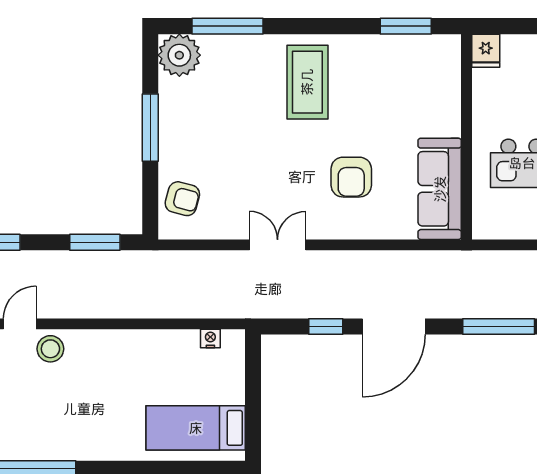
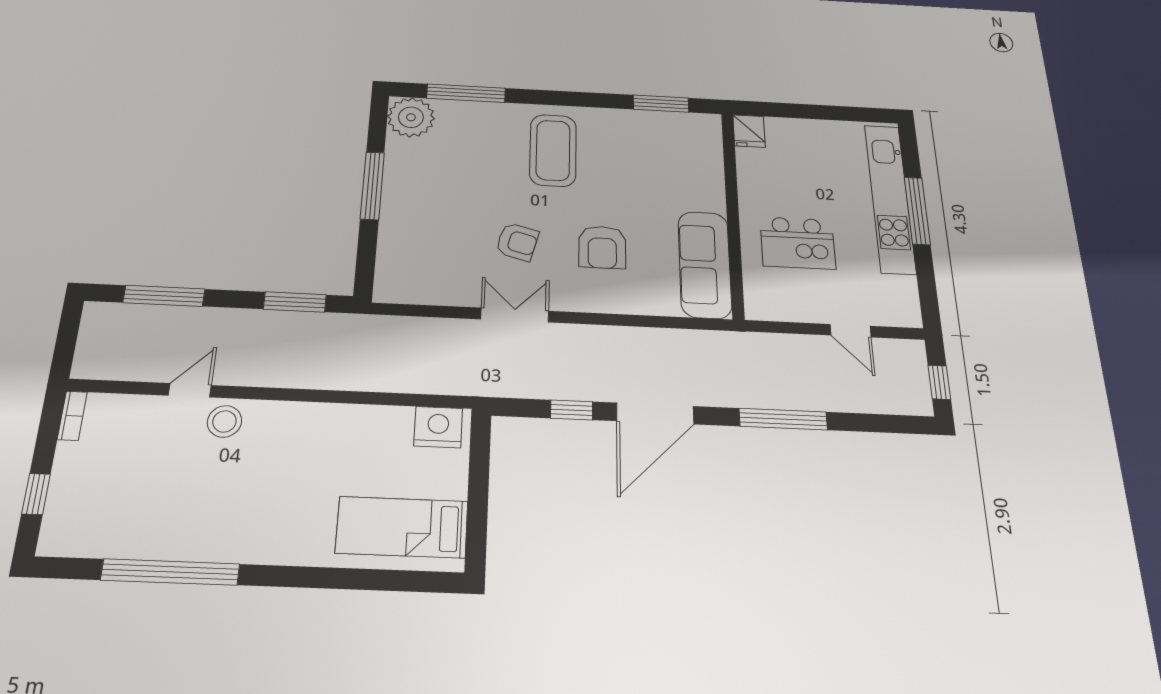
armchair: (182, 199) -> (517, 242), moved
nightstand: (210, 338) -> (438, 427), width x1.89, depth x1.79

